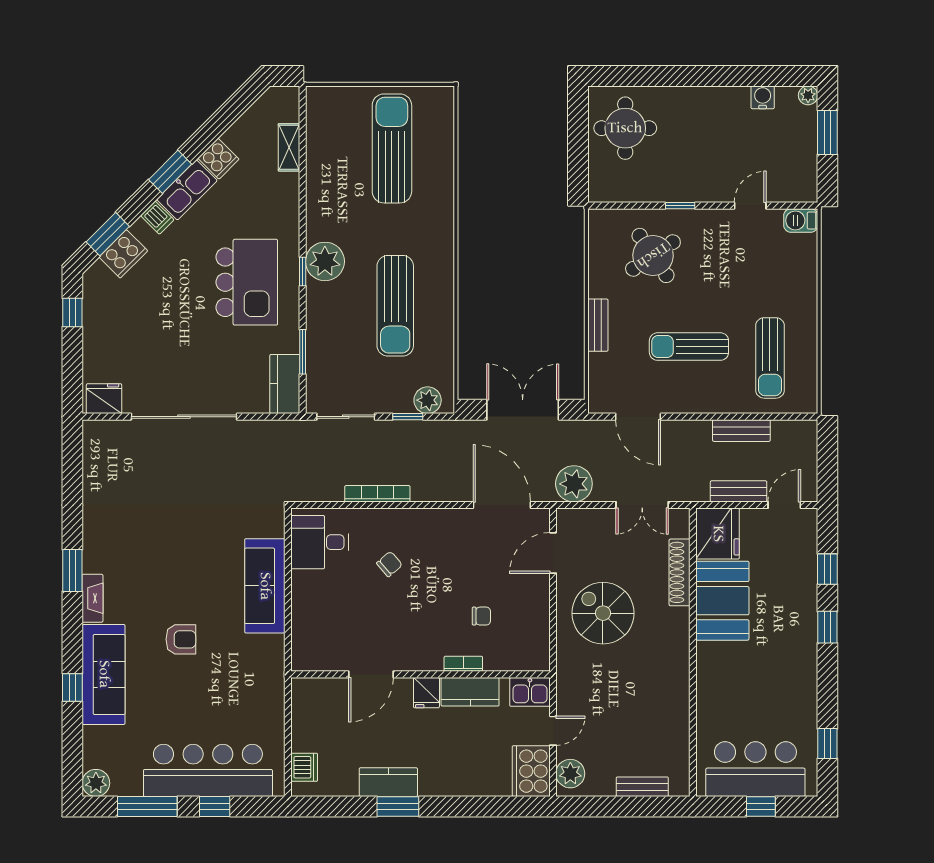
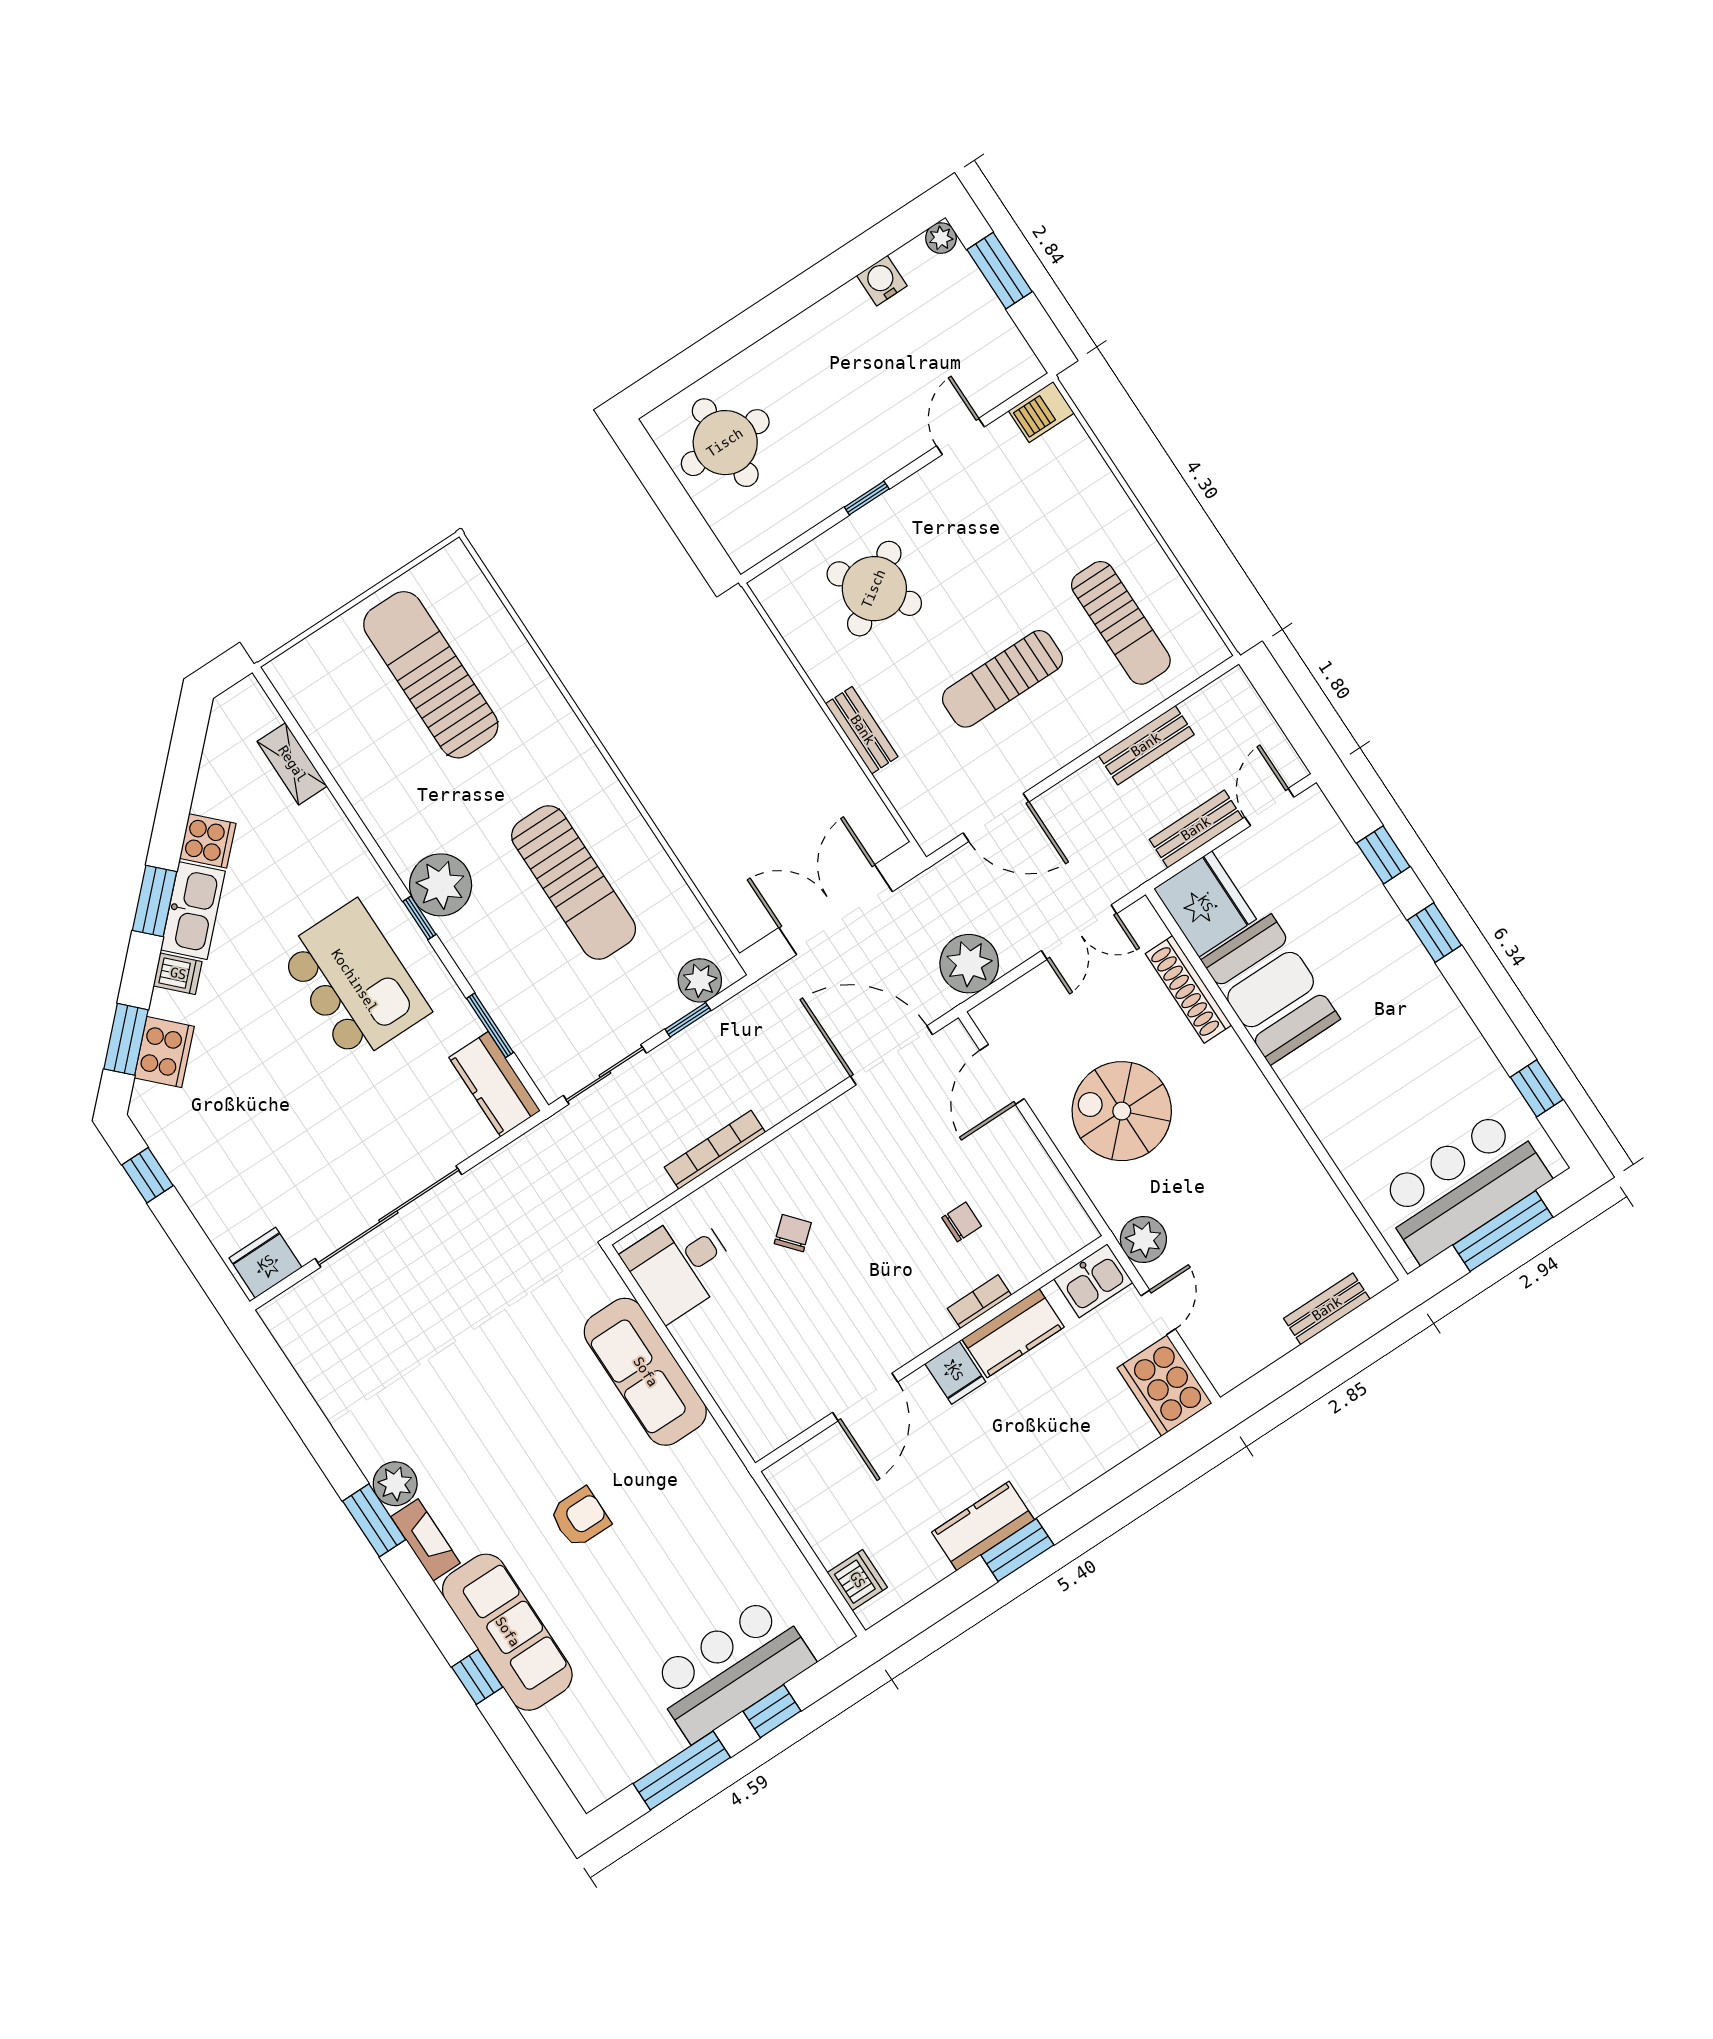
bar counter: (208, 770) -> (731, 1669), width x0.73
plant: (570, 774) -> (1143, 1239), moved
plant: (96, 783) -> (395, 1484), moved
window: (761, 806) -> (1503, 1231), width x2.17

